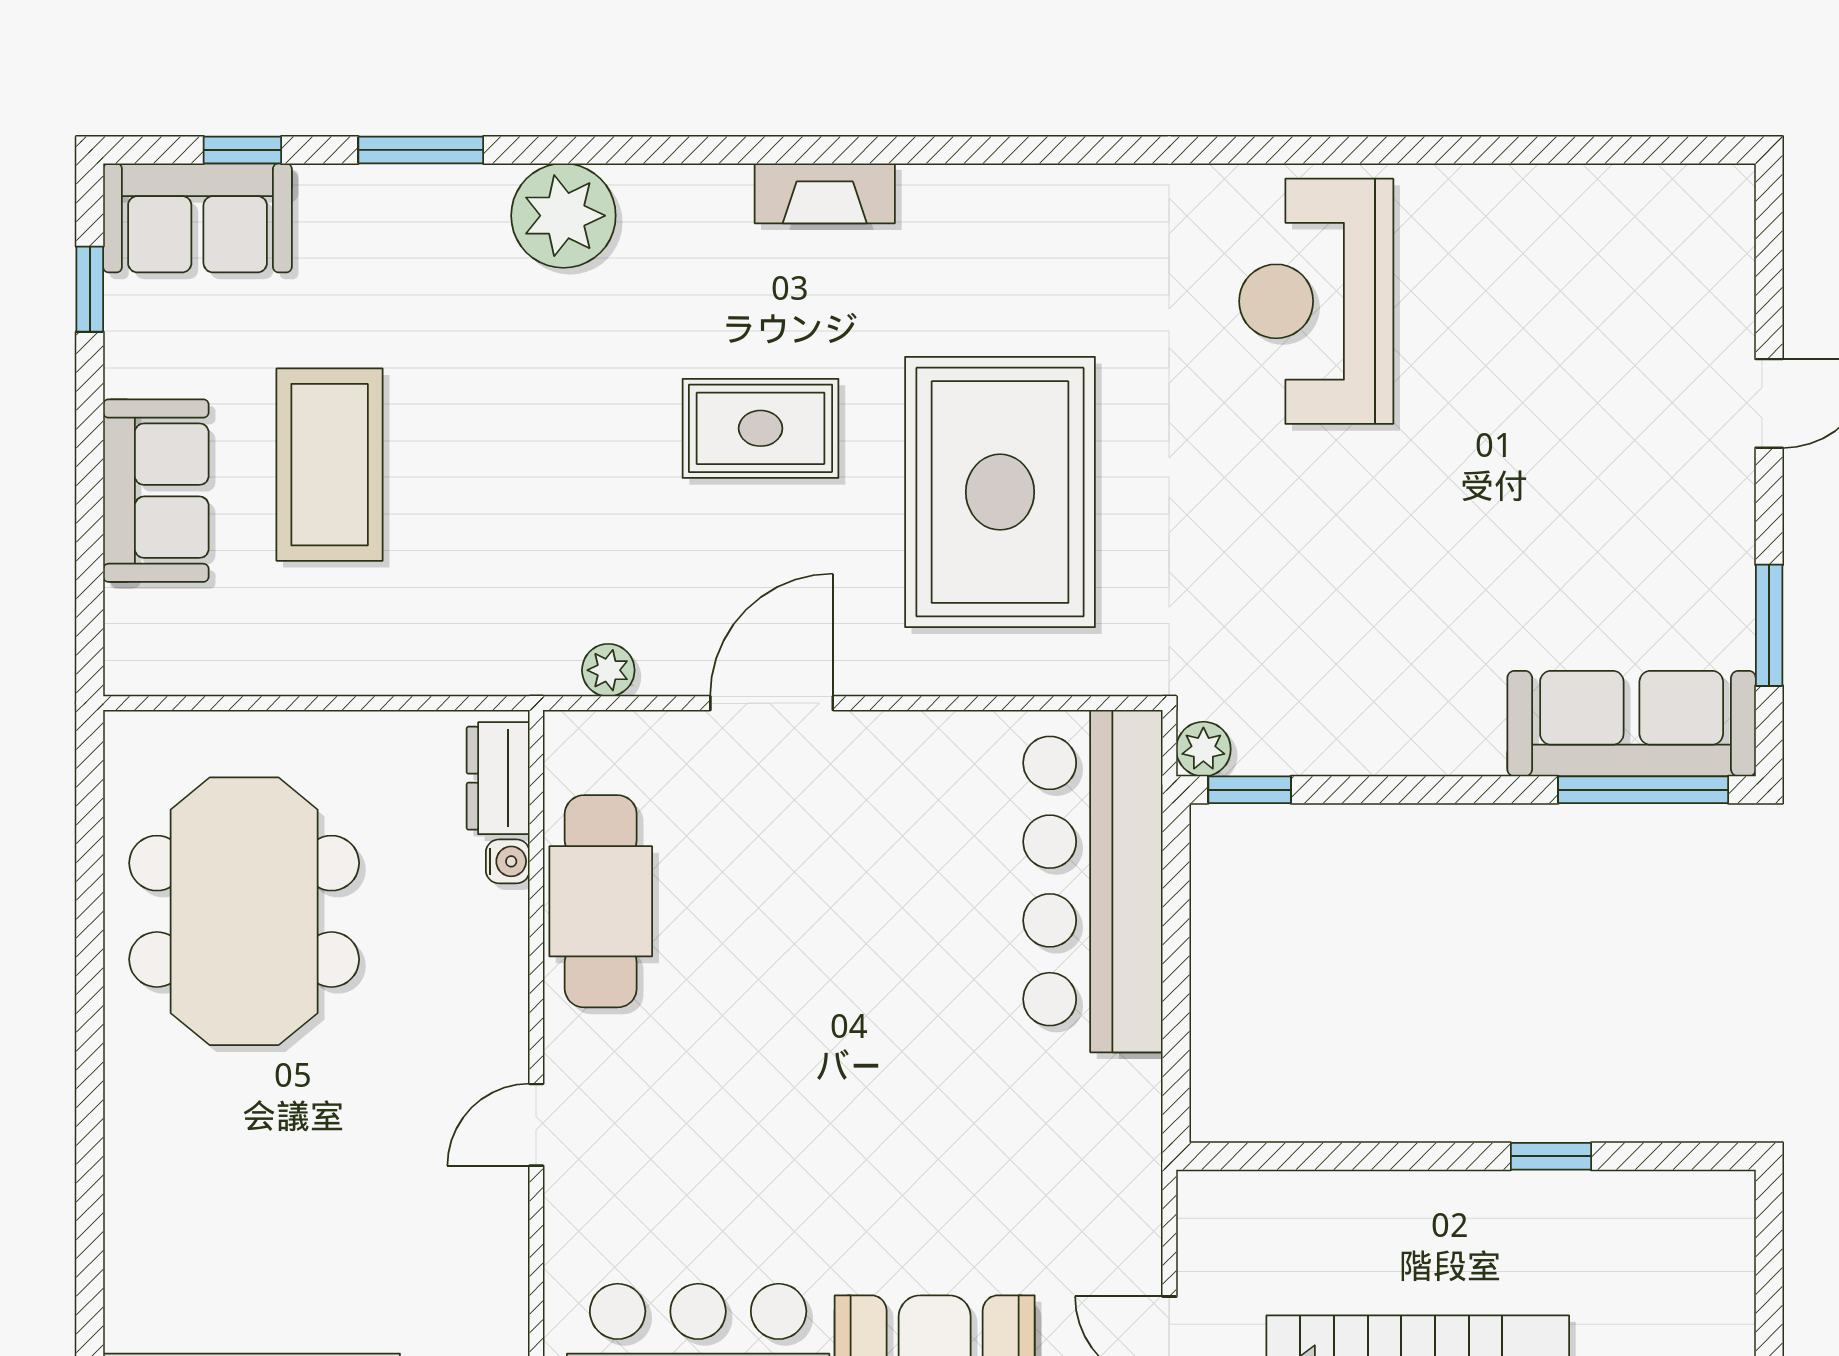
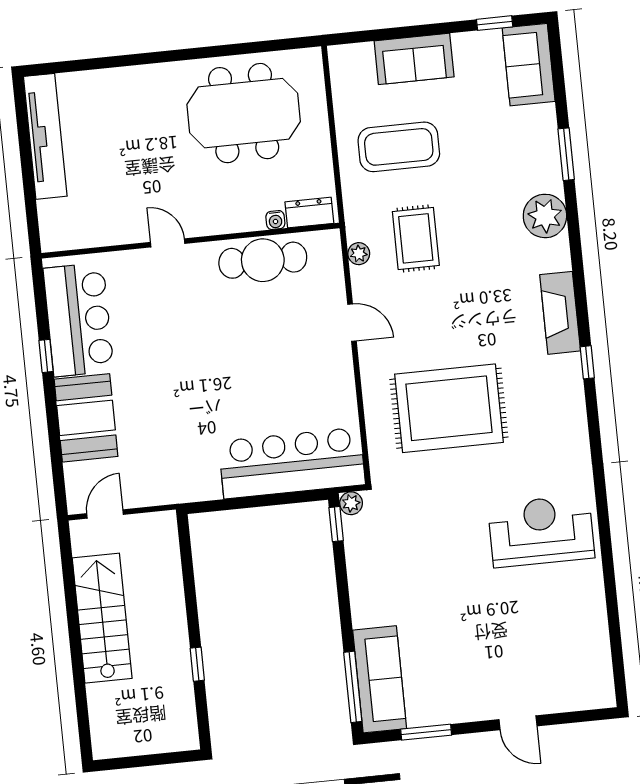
window: (242, 150) -> (587, 362), moved
fireplace: (825, 193) -> (560, 313), width x1.37, depth x1.32
rug: (761, 428) -> (416, 238), moved
coffee table: (330, 465) -> (399, 147), moved
door: (772, 703) -> (352, 323), width x0.73

